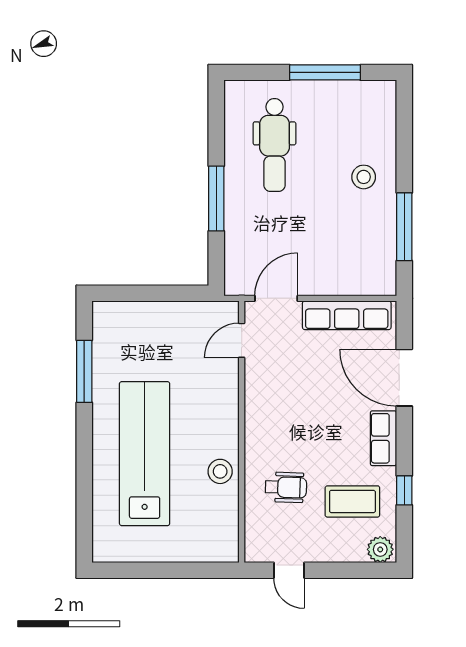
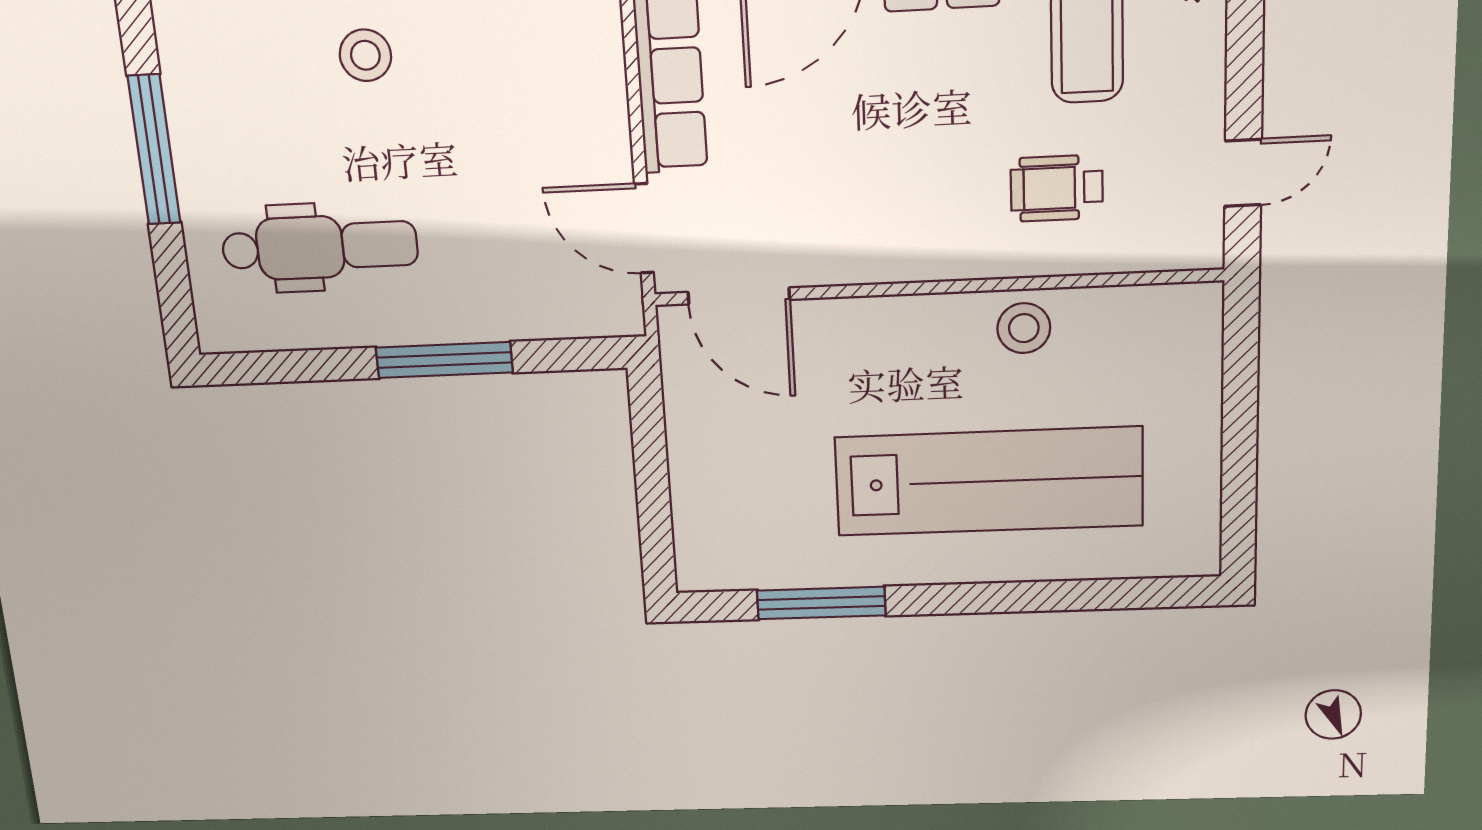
door: (242, 340) -> (739, 296), width x1.38
lab bench: (145, 454) -> (989, 481), turned 180
wheelchair: (286, 487) -> (1057, 188), turned -92

